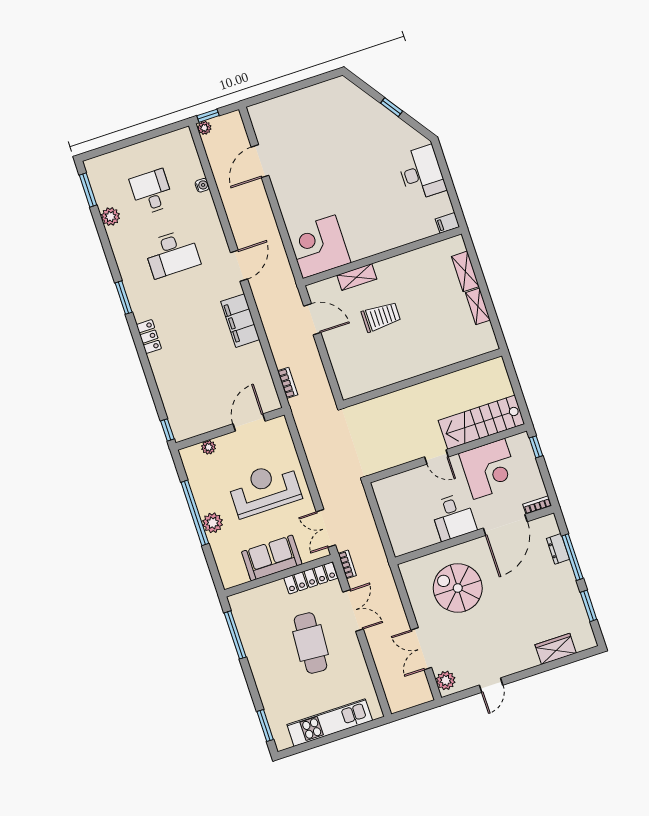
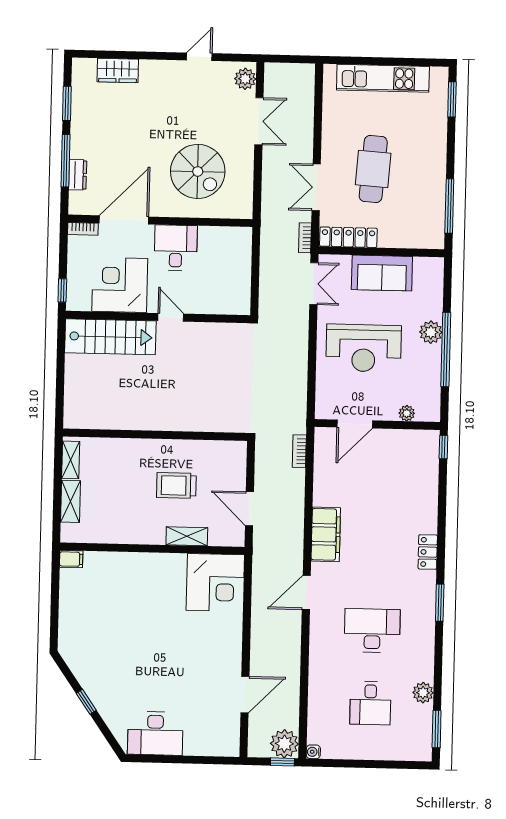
plant: (204, 128) -> (284, 744), width x1.88, depth x1.88
desk: (421, 173) -> (155, 733), moved, turned -90
water cooler: (202, 185) -> (313, 752), moved
wall: (423, 378) -> (155, 435), moved

